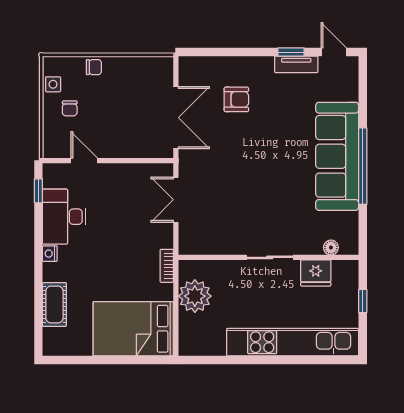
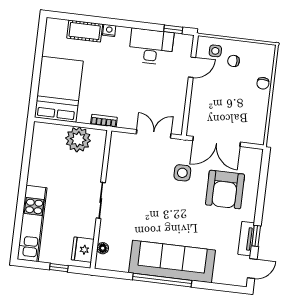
side table: (53, 84) -> (215, 51), moved
armchair: (236, 99) -> (225, 189), width x1.88, depth x1.88
side table: (222, 157) -> (182, 173), added
nightstand: (50, 254) -> (109, 30), moved
fridge: (316, 273) -> (83, 250), moved
kitchen unit: (293, 342) -> (32, 224), width x0.73

